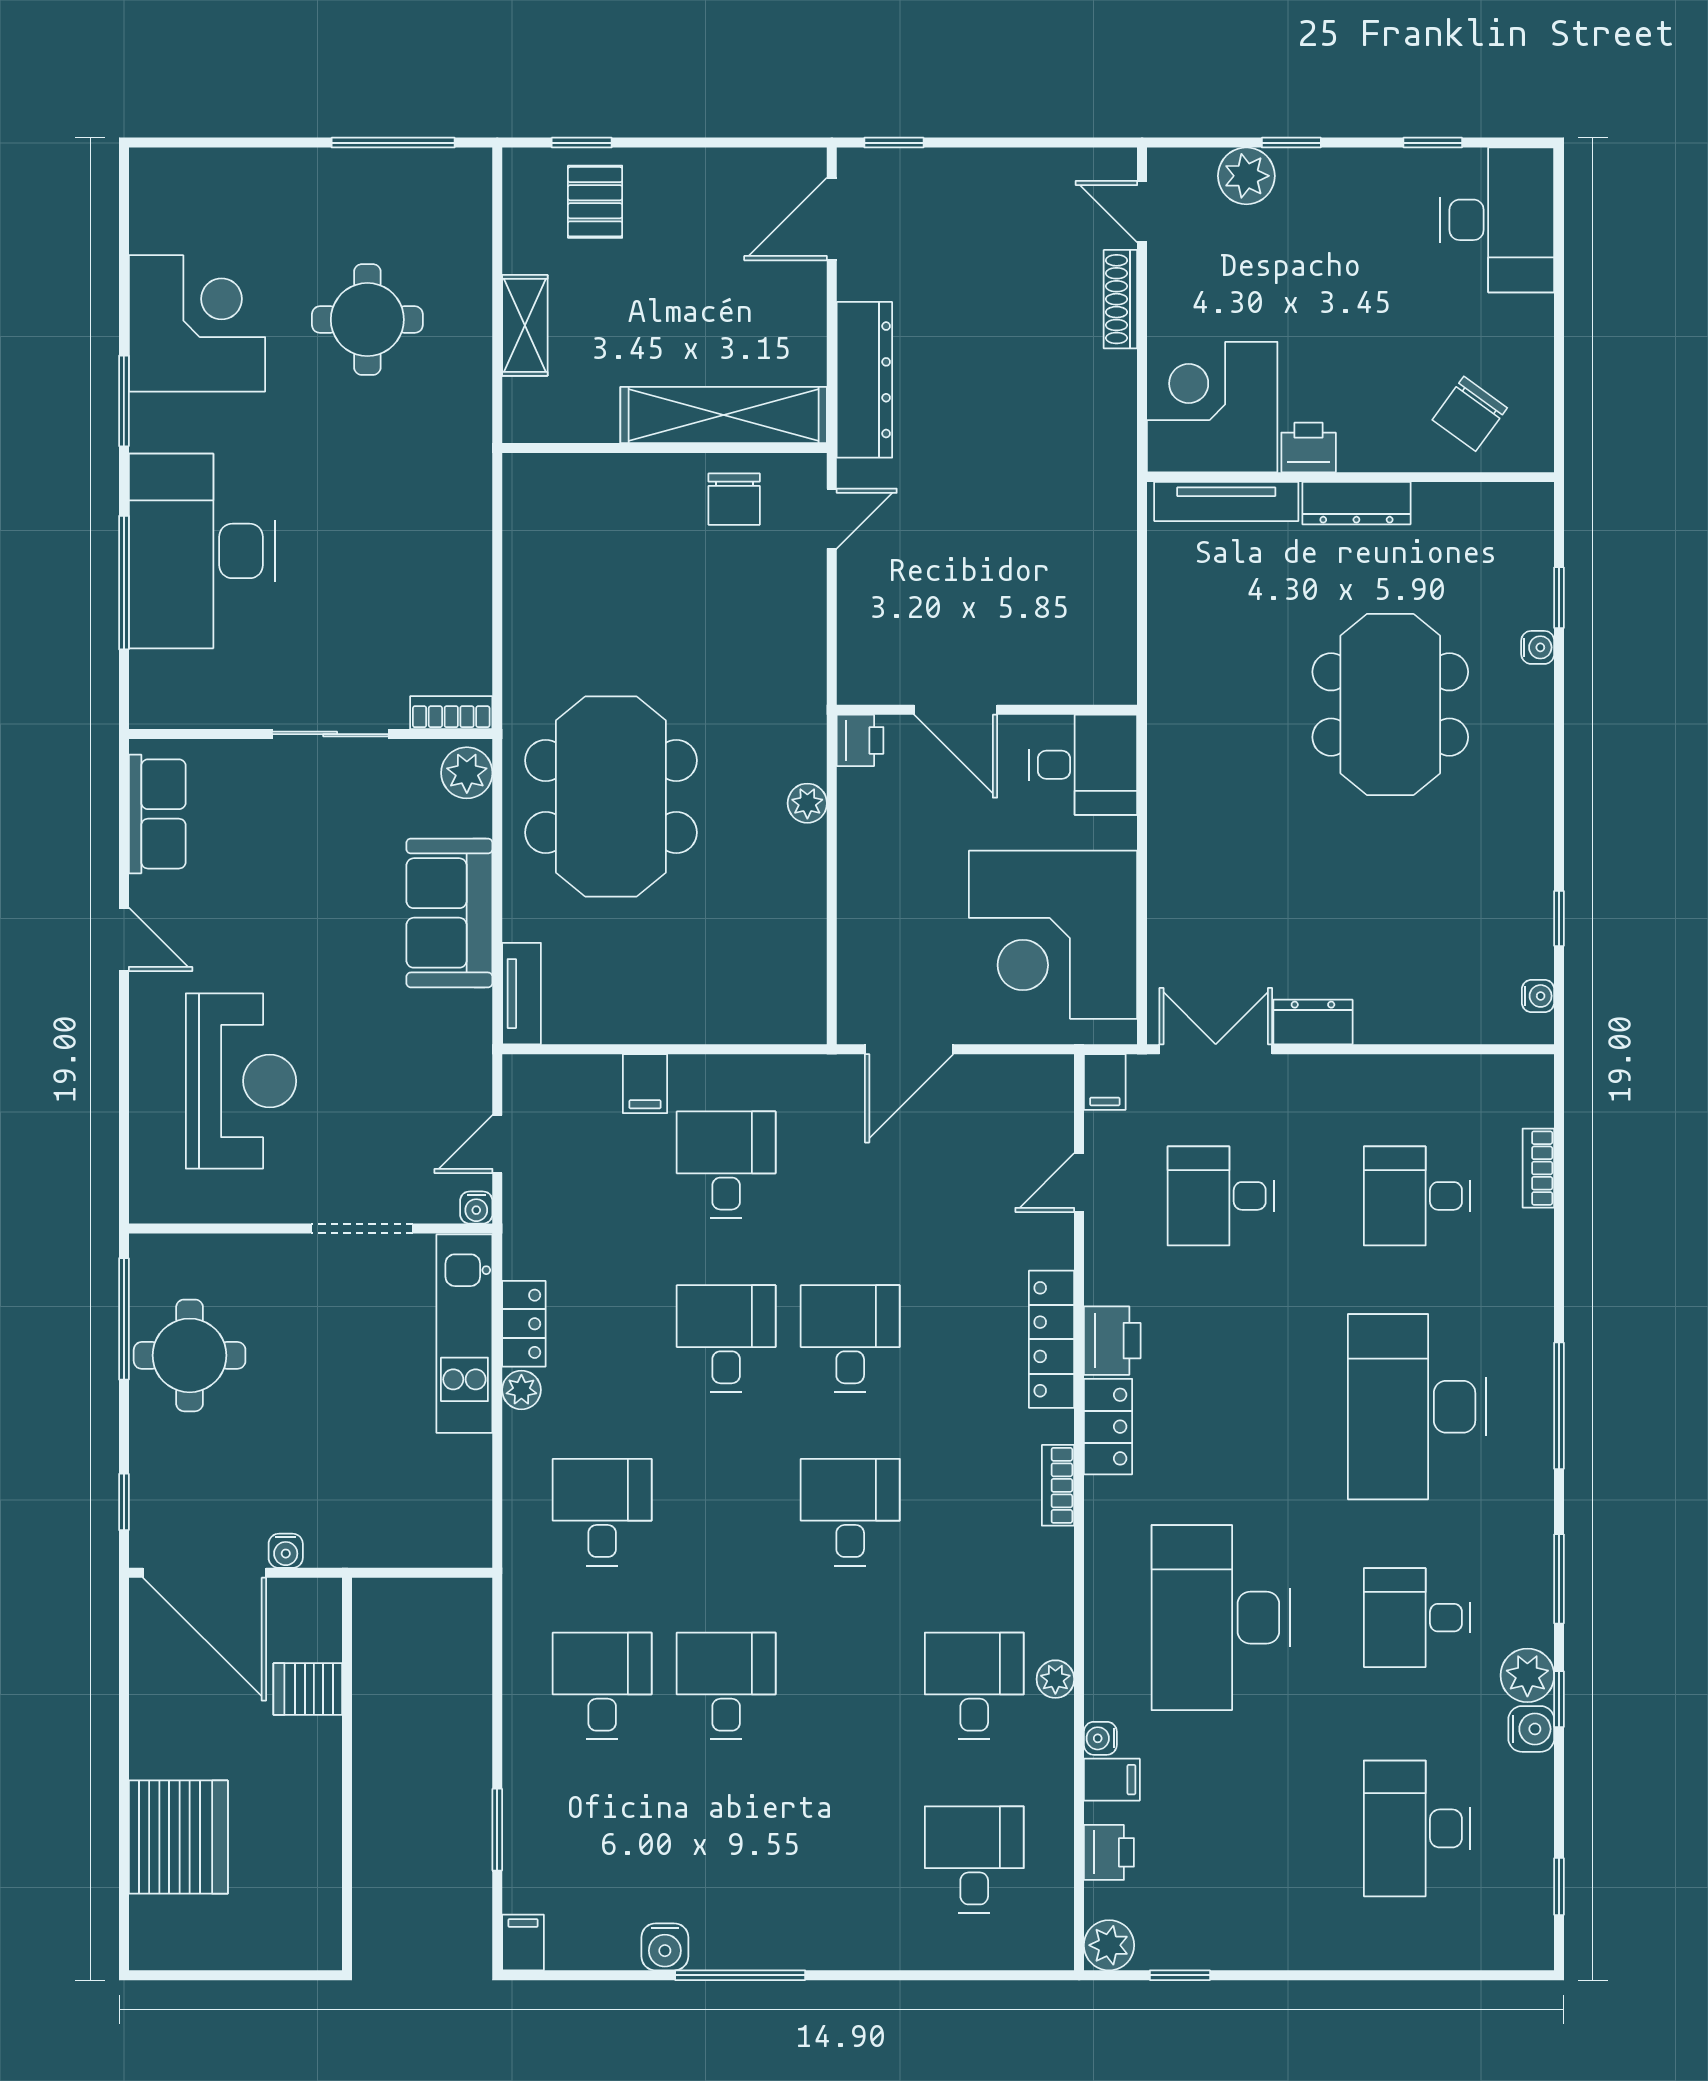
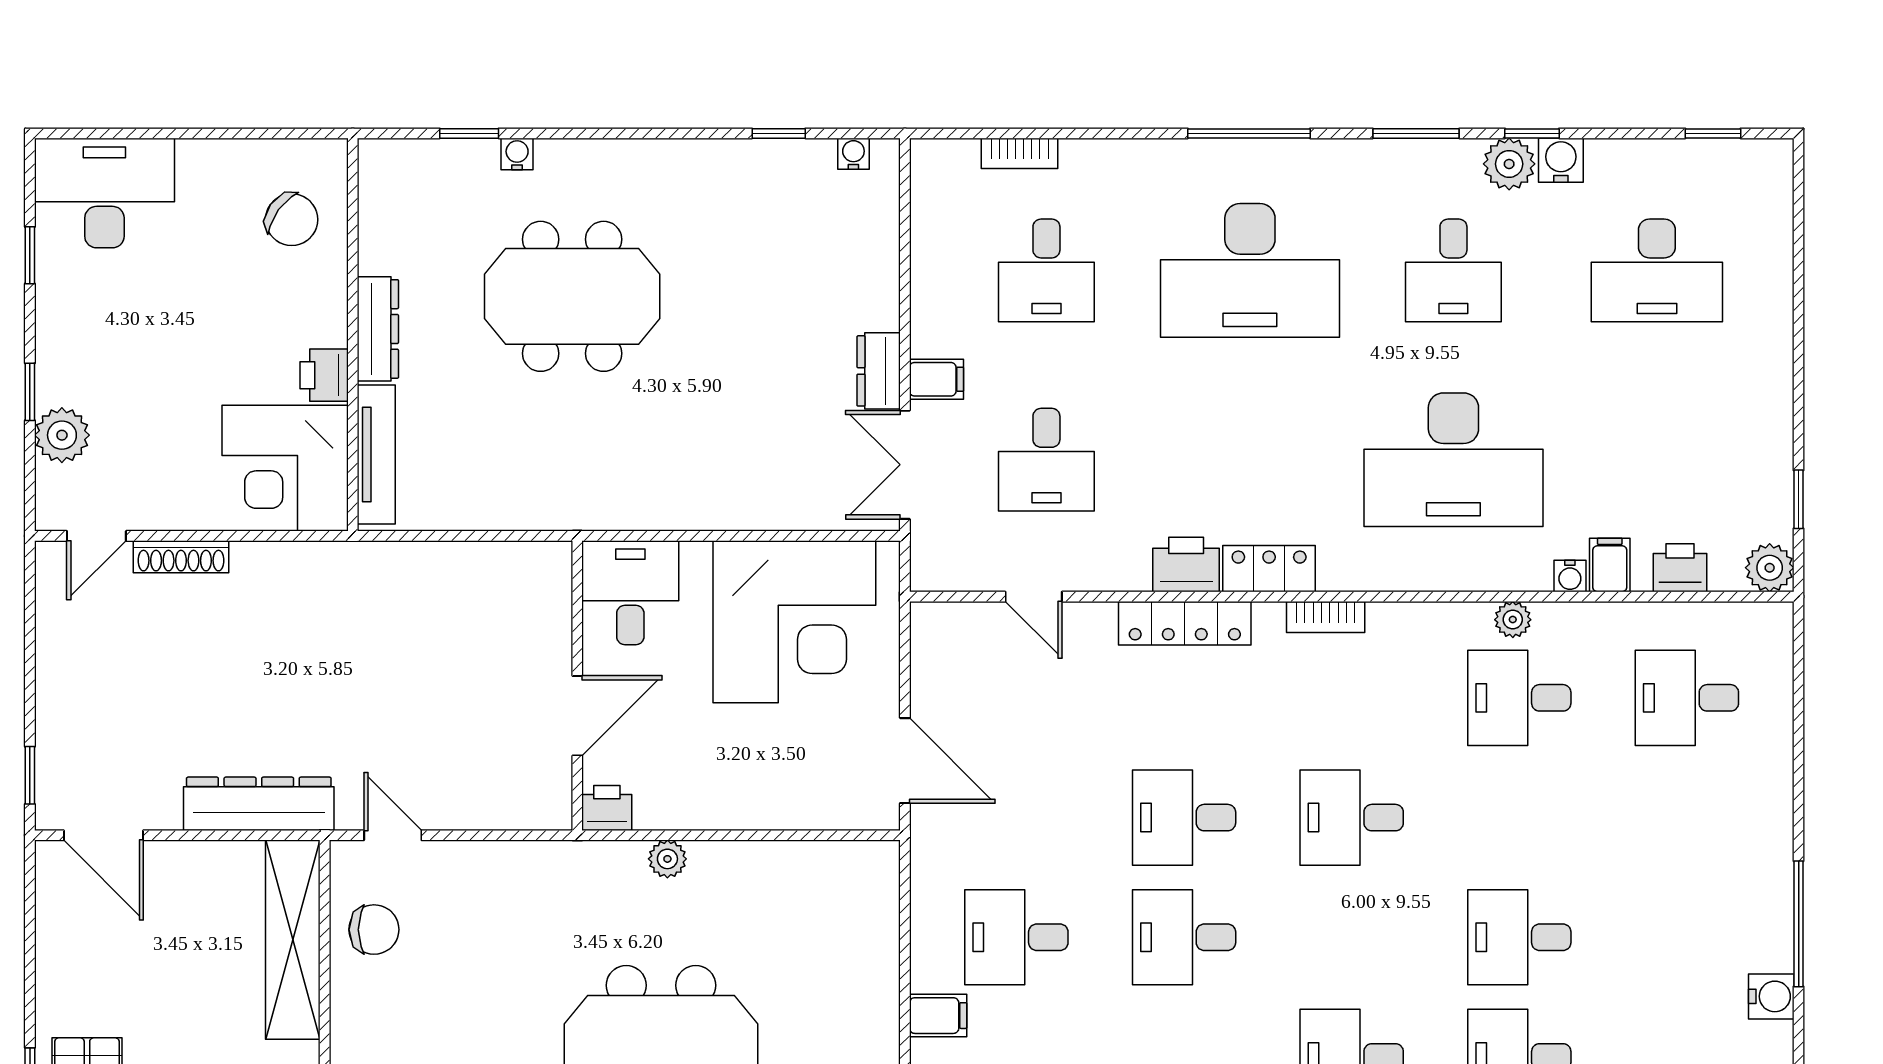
filing cabinet: (1105, 1082) -> (936, 379), moved

